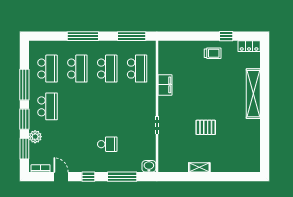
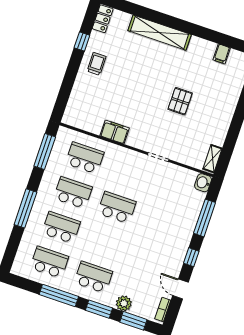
school desk: (107, 144) -> (117, 208), moved, width x1.85
filing cabinet: (253, 147) -> (222, 54), added
shelving: (199, 167) -> (212, 159), moved
door: (61, 177) -> (180, 289), hinge flipped

